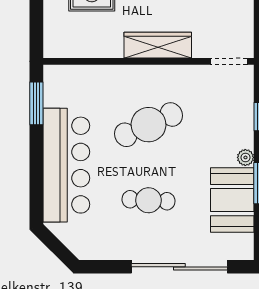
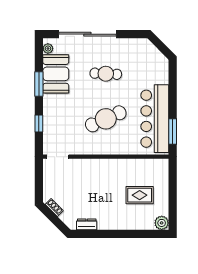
wardrobe: (158, 45) -> (100, 166), removed
plant: (245, 157) -> (48, 48), moved
bar counter: (66, 165) -> (155, 119), moved

